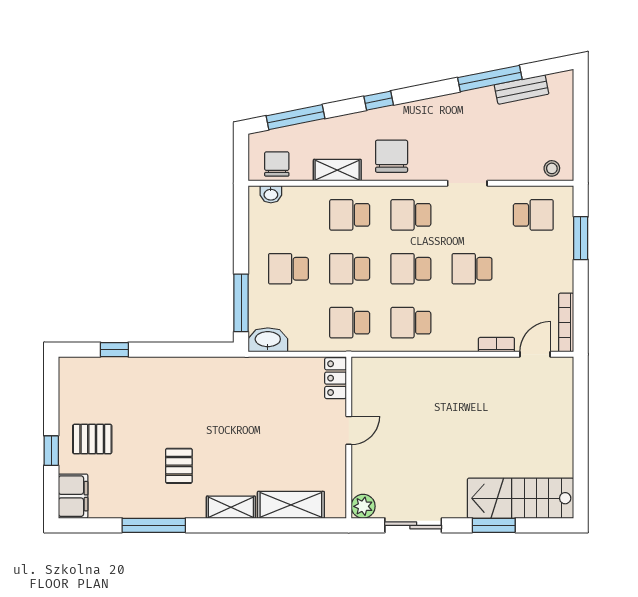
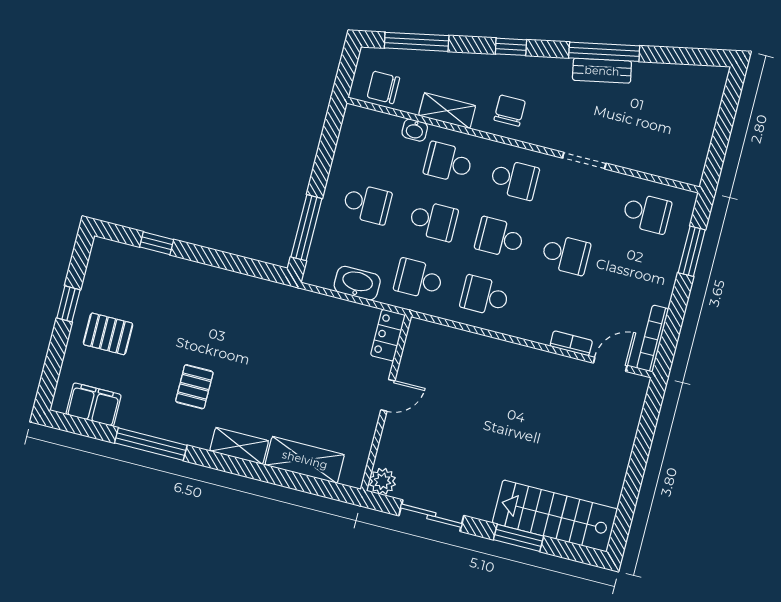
window: (490, 78) -> (604, 52), moved
bench: (522, 89) -> (602, 71), moved
chair: (392, 156) -> (510, 111), width x0.73, depth x0.73
chair: (277, 164) -> (383, 87), turned -90
stool: (552, 168) -> (680, 168), removed
washbasin: (271, 194) -> (415, 130), moved
school desk: (411, 215) -> (514, 179), turned 180
school desk: (288, 269) -> (367, 204), turned 180
school desk: (350, 269) -> (433, 221), turned 180
school desk: (472, 269) -> (566, 254), turned 180
washbasin: (268, 340) -> (357, 283), moved
window: (51, 451) -> (68, 304), moved
filing cabinet: (73, 496) -> (94, 404), moved, turned -90

